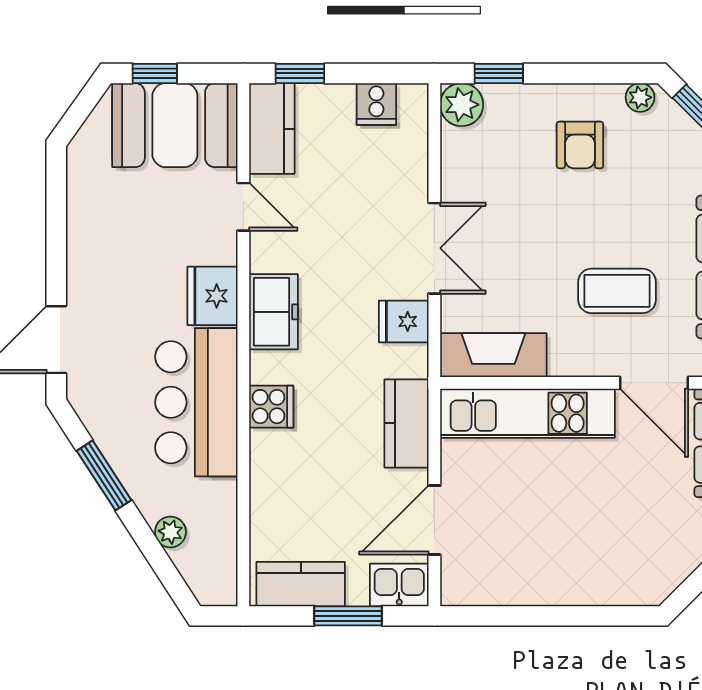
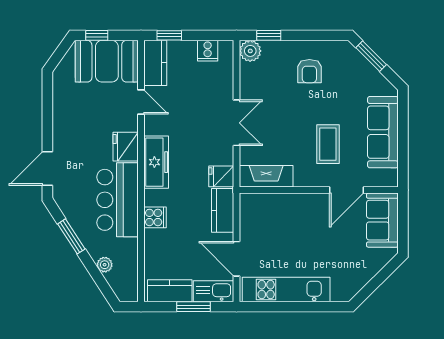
plant: (640, 97) -> (339, 47), removed
coffee table: (617, 291) -> (328, 144), turned 90
freezer: (274, 312) -> (156, 162), width x1.40
fridge: (404, 321) -> (221, 176), moved
door: (654, 383) -> (346, 190), hinge flipped
cooker: (271, 407) -> (155, 217), moved
kitchen unit: (527, 413) -> (286, 290), moved, turned 180
door: (434, 520) -> (237, 259), hinge flipped
kitchen sink: (399, 585) -> (214, 291), width x1.38

